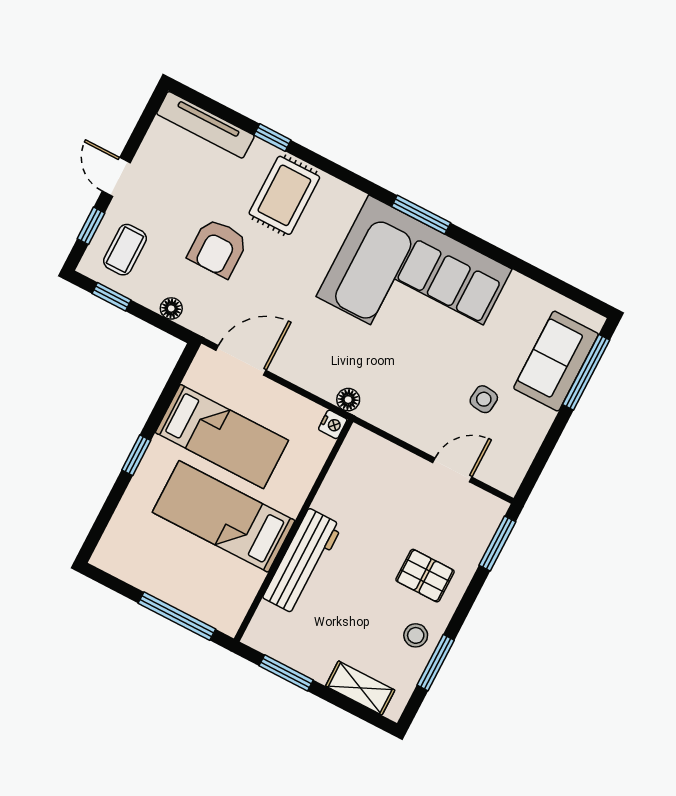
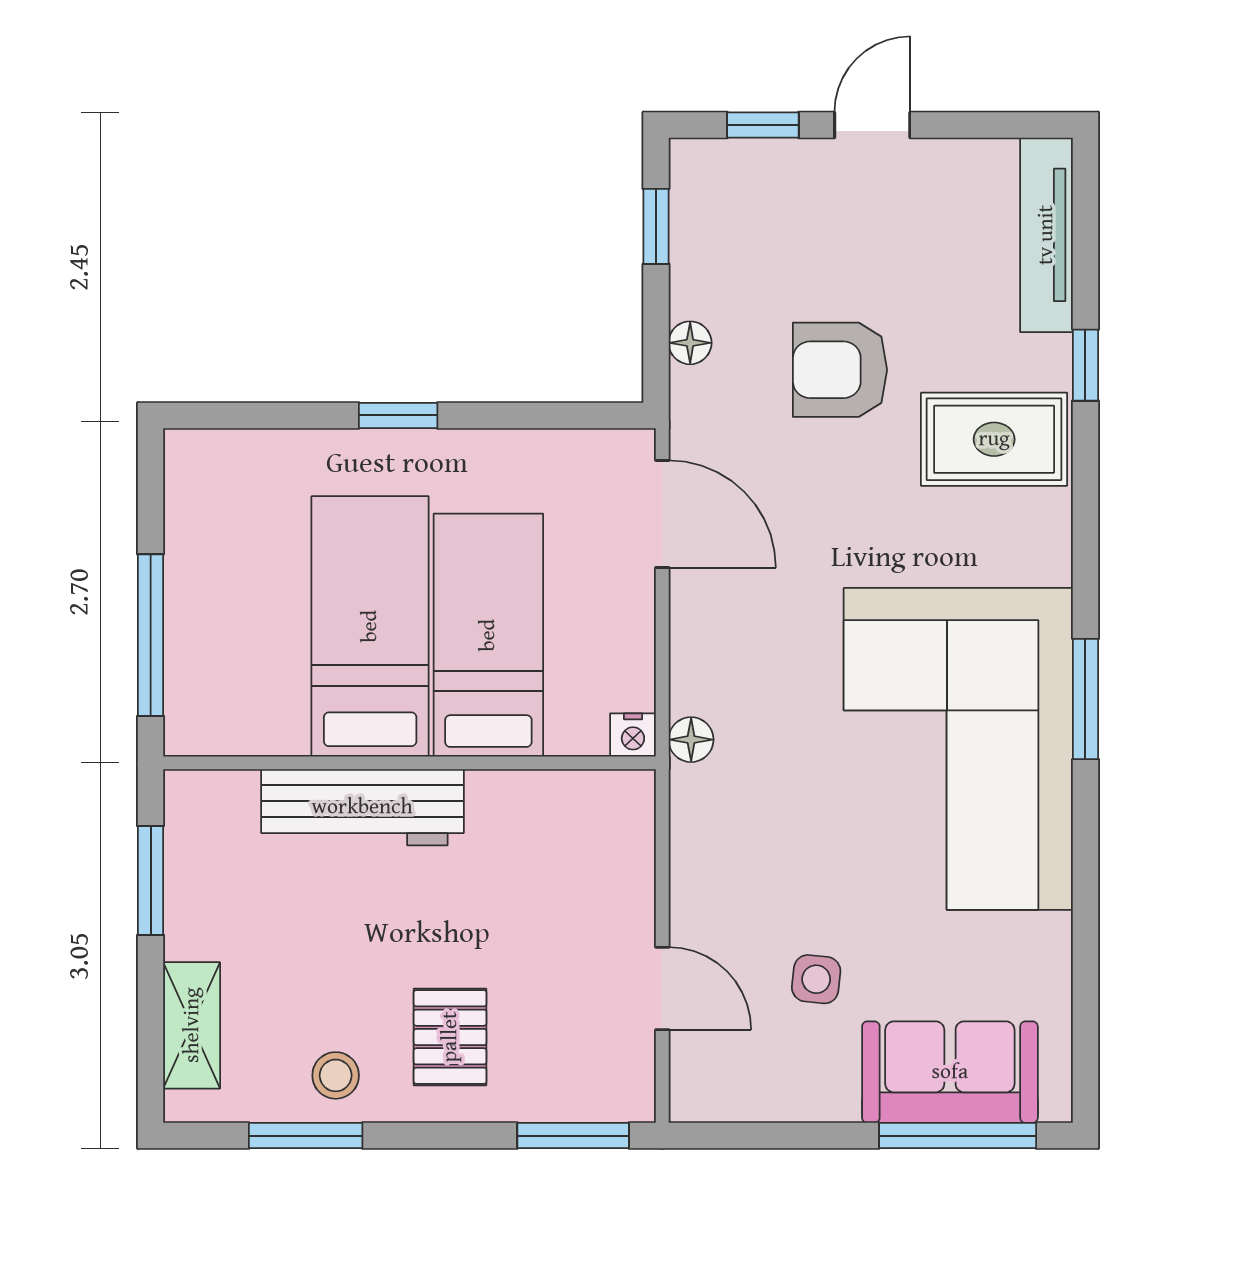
coffee table: (125, 250) -> (752, 207), removed
bed: (222, 436) -> (488, 635), moved, turned 180

